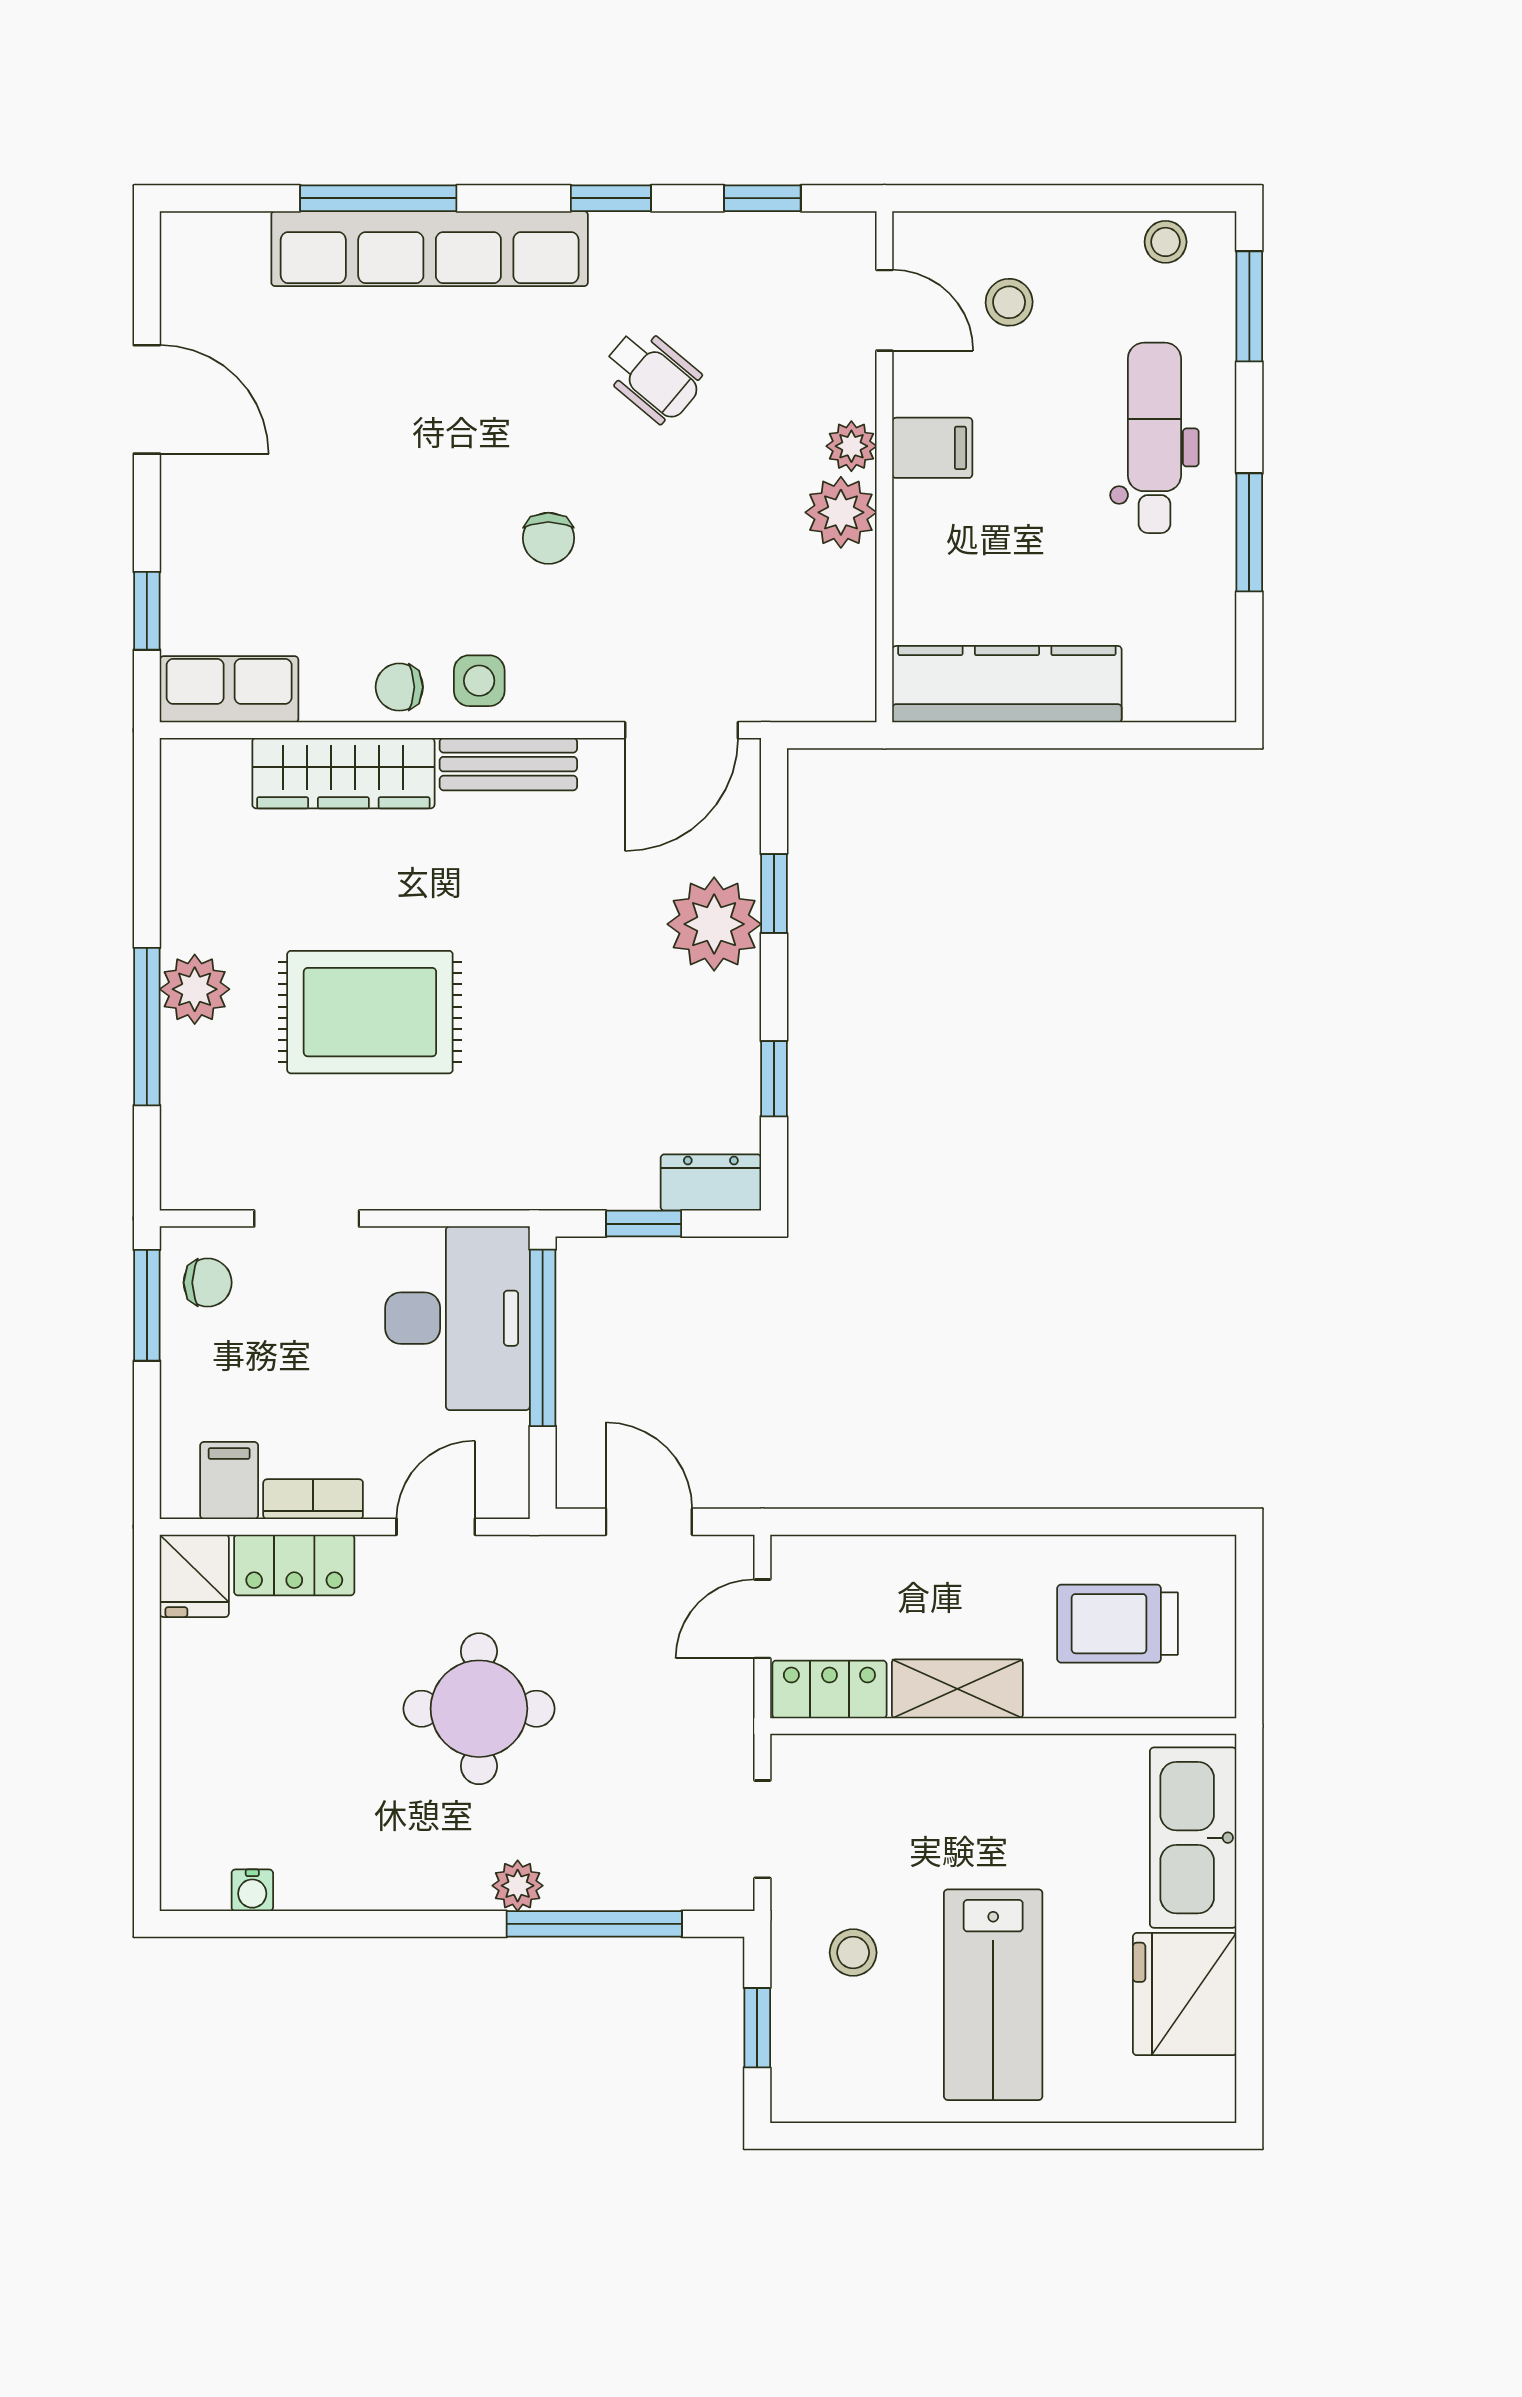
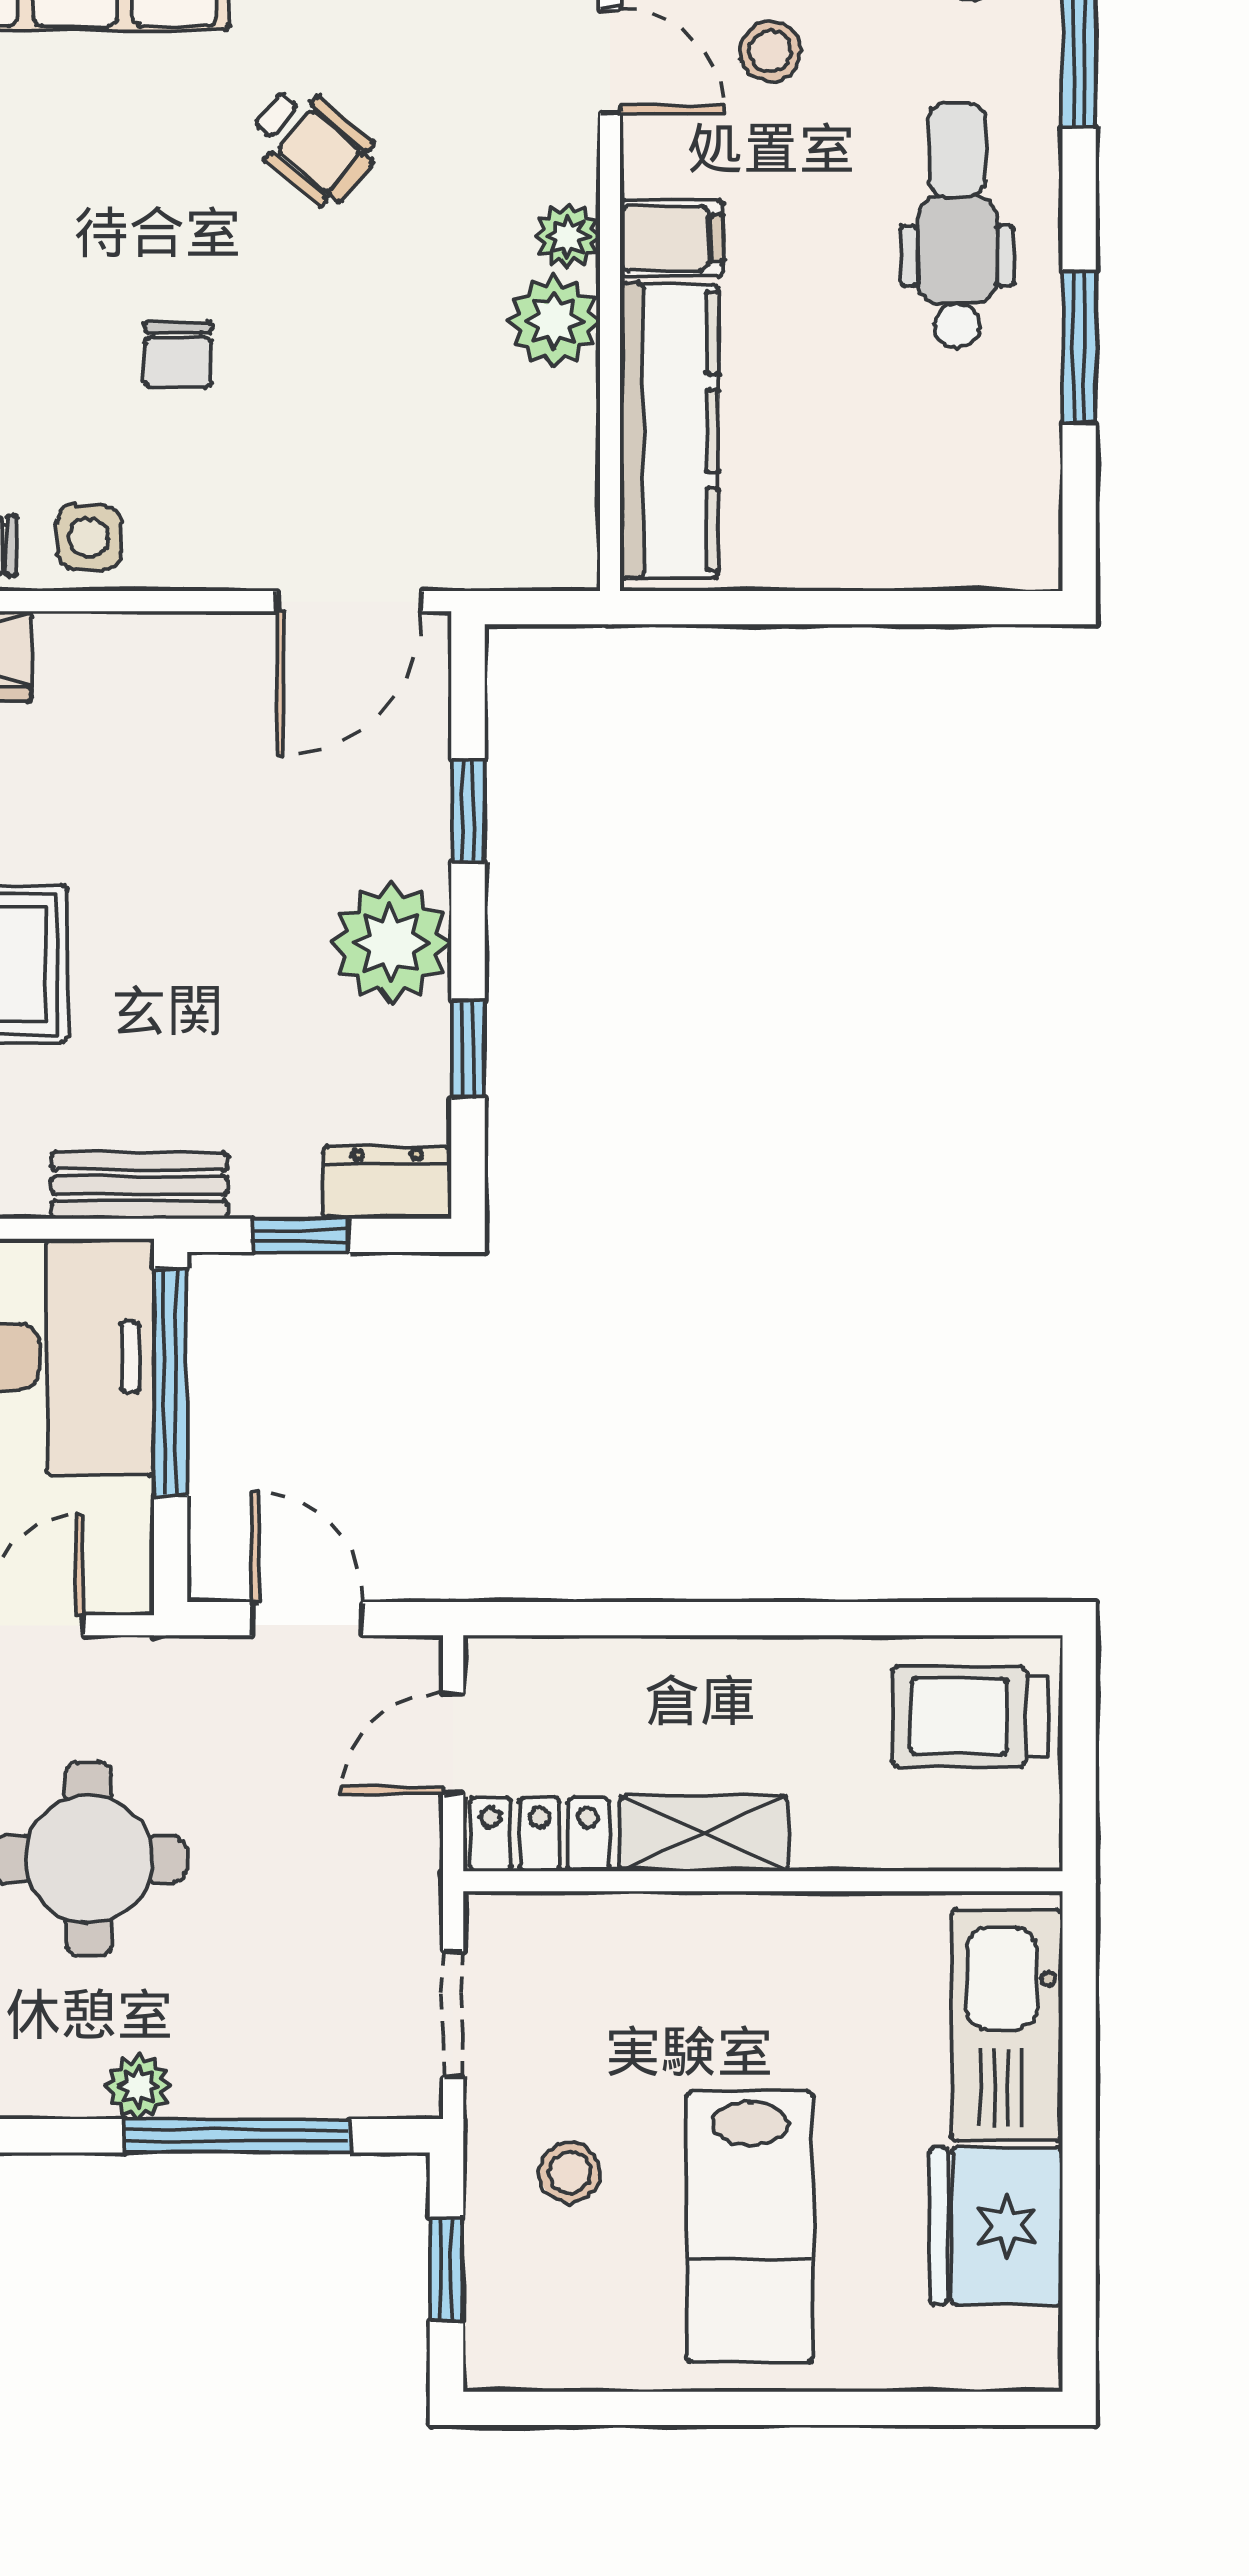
kitchen counter: (1007, 684) -> (669, 431), moved, turned 90
bench: (508, 764) -> (139, 1185), moved
plant: (714, 924) -> (391, 943), moved
trolley: (1117, 1624) -> (970, 1716), moved

